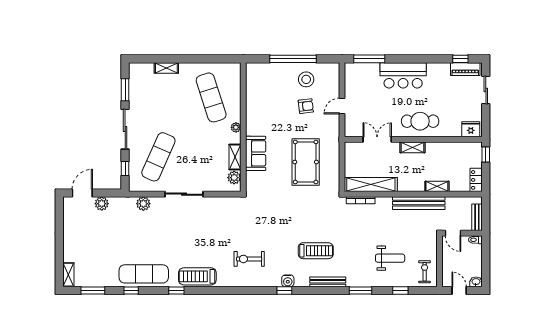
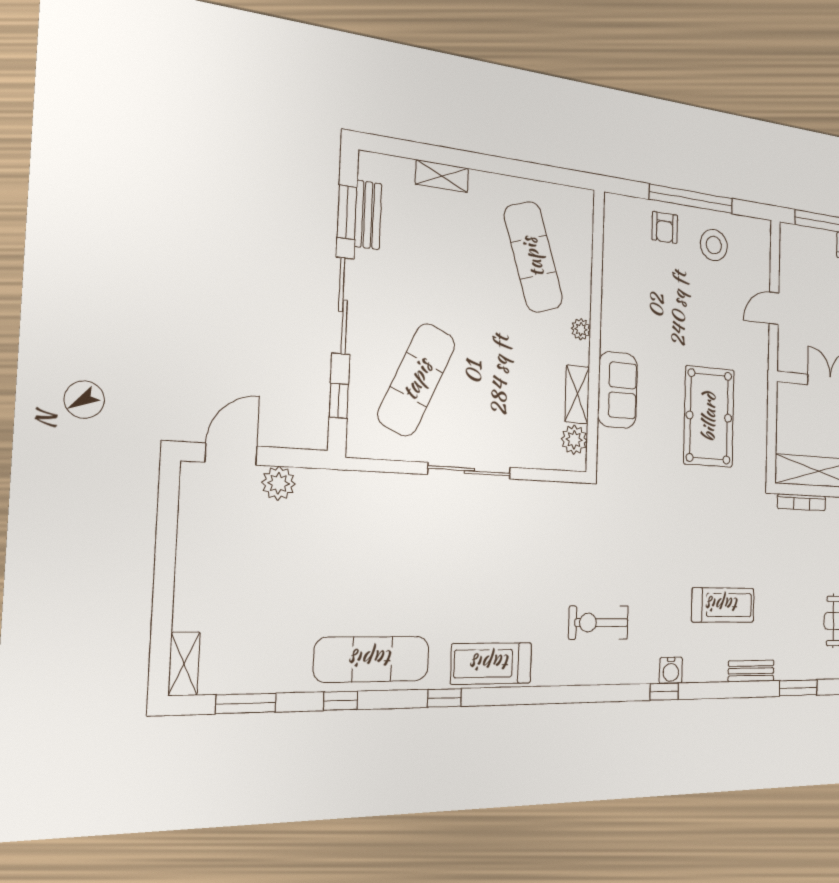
bench: (134, 90) -> (368, 215), added
armchair: (306, 106) -> (665, 227), moved, turned 97
plant: (143, 204) -> (378, 488), removed
bench: (328, 282) -> (751, 671), width x0.73

